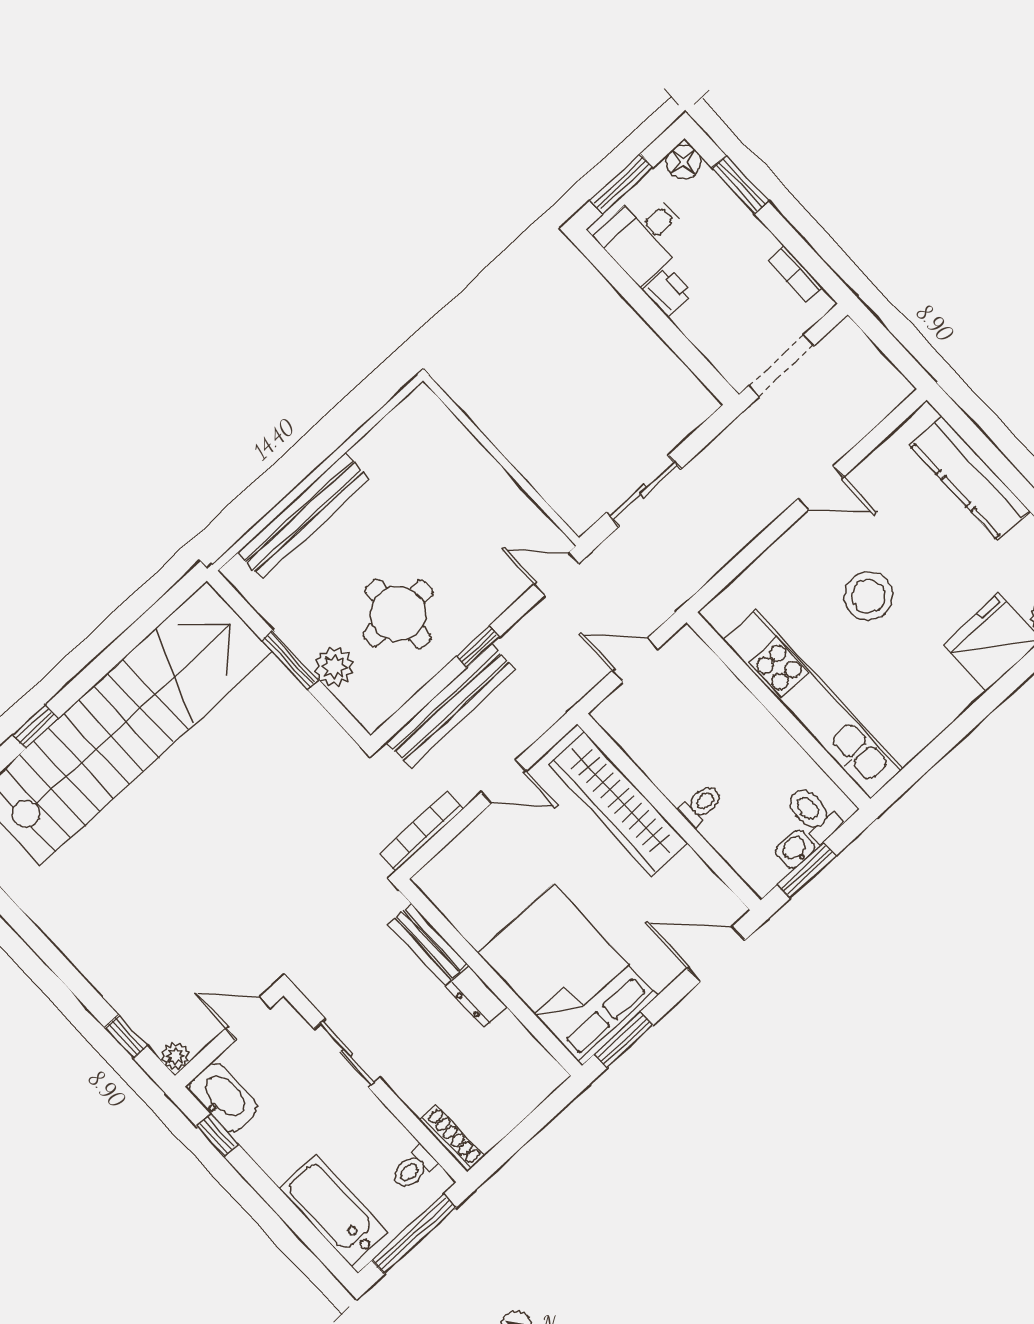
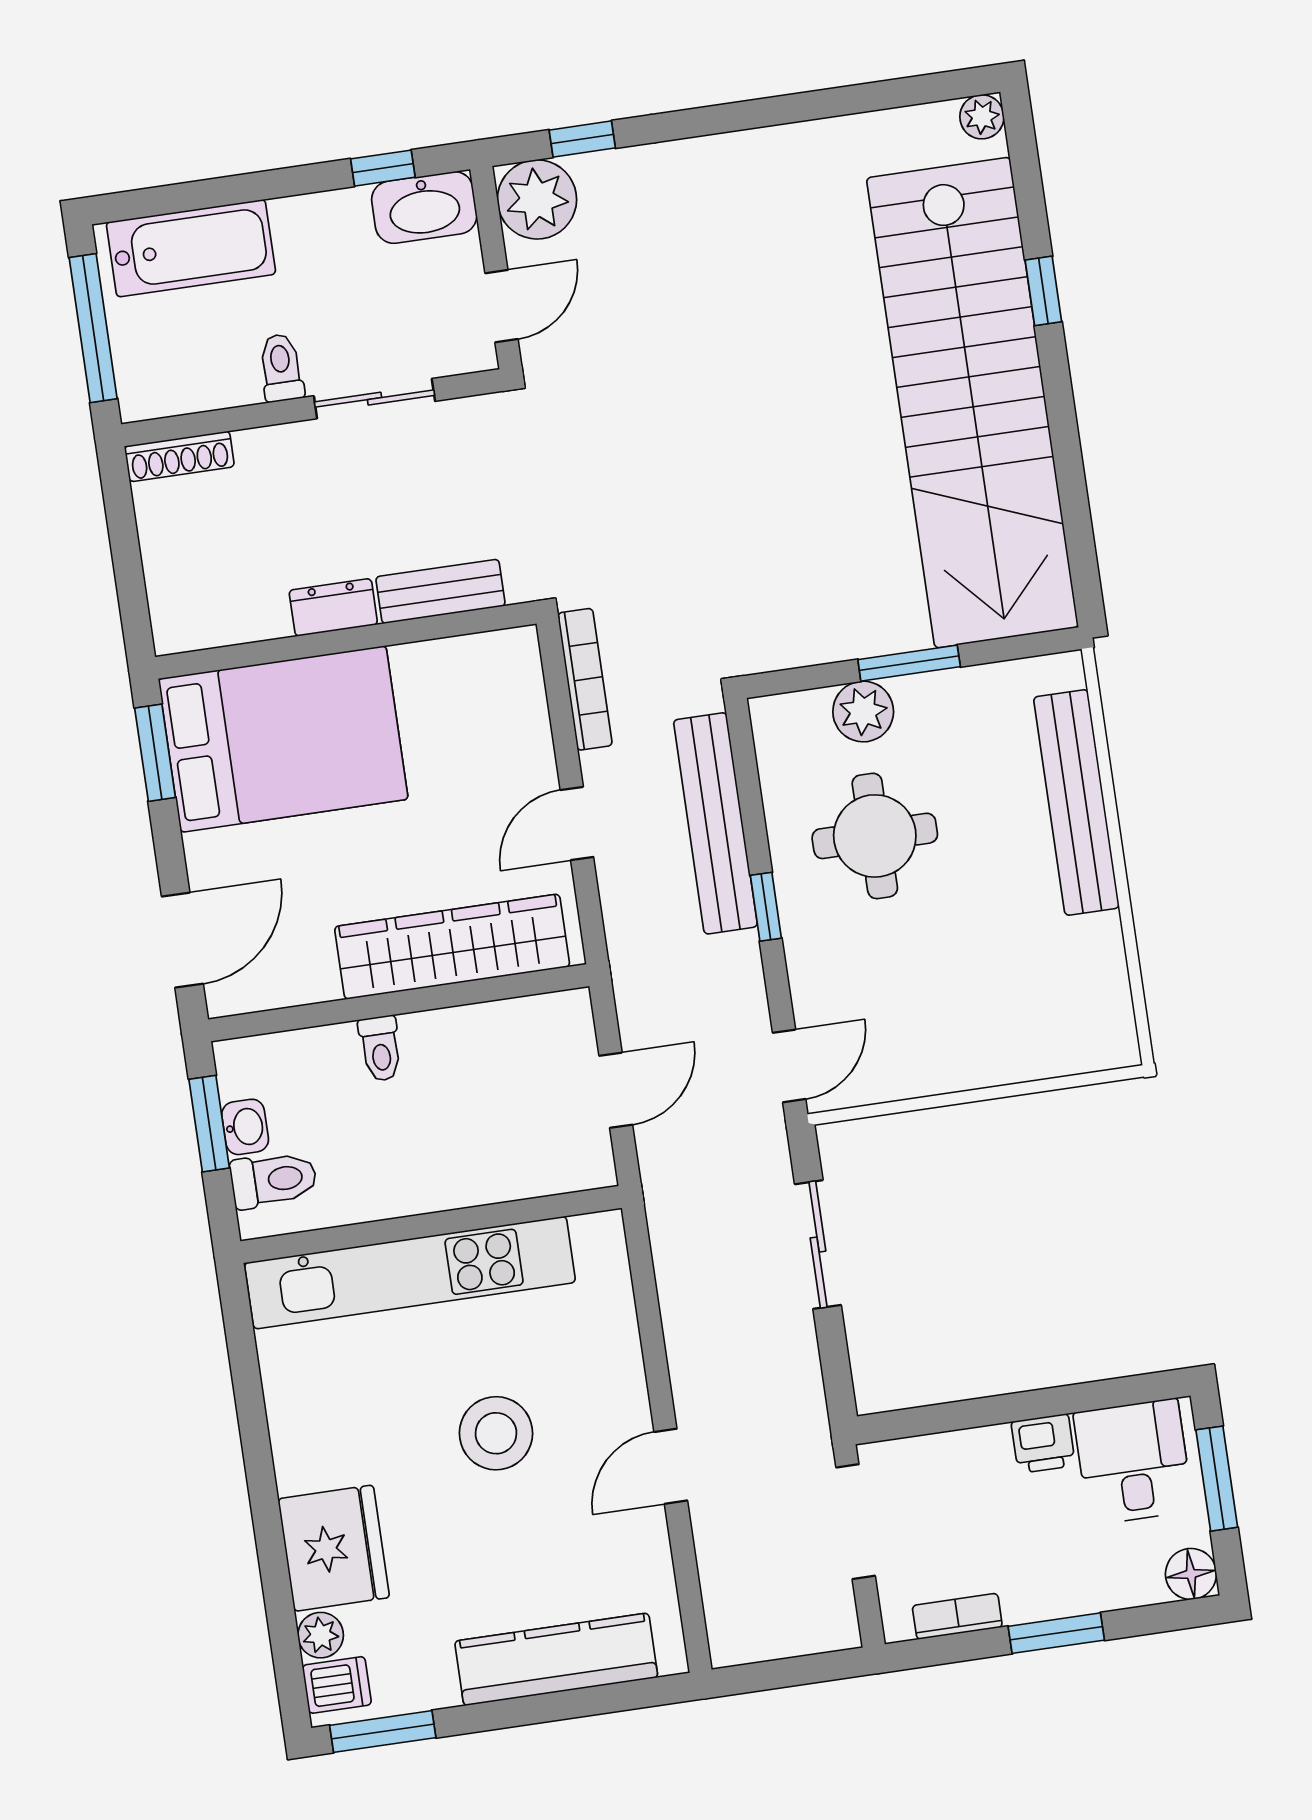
window: (740, 185) -> (1056, 1633), moved
plant: (176, 1056) -> (537, 199), width x1.87, depth x1.87
toilet: (414, 1168) -> (281, 368), moved

